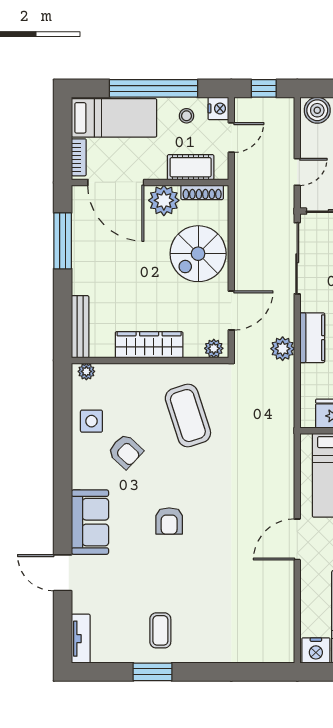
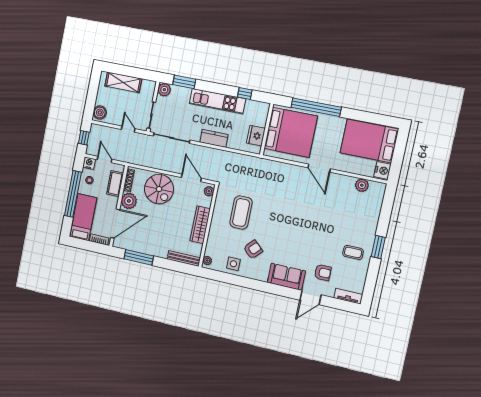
plant: (283, 349) -> (362, 185), moved
coffee table: (188, 416) -> (241, 212), turned -72
armchair: (169, 521) -> (323, 273), moved
window: (152, 672) -> (378, 247), moved

